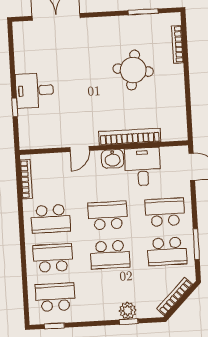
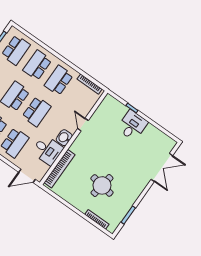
bookcase: (130, 137) -> (60, 169), moved
school desk: (53, 258) -> (37, 65), turned 180

